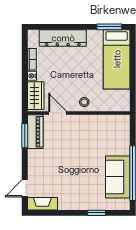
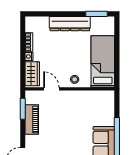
dresser: (63, 38) -> (70, 24), moved
bed: (117, 59) -> (103, 62), moved, turned 180
piano: (35, 132) -> (32, 120), moved

